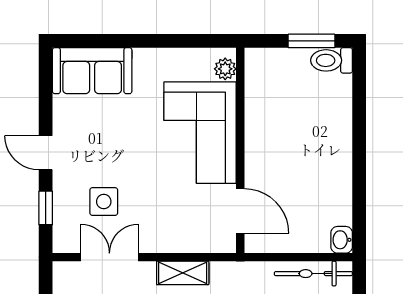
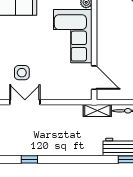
shelving: (183, 273) -> (97, 111), moved

